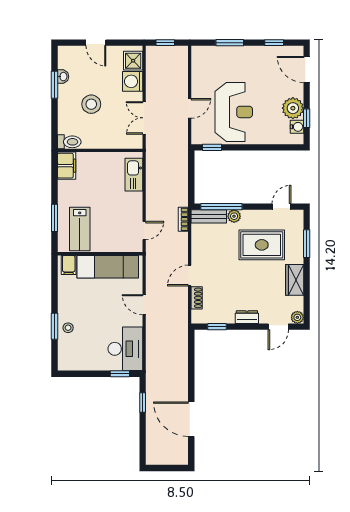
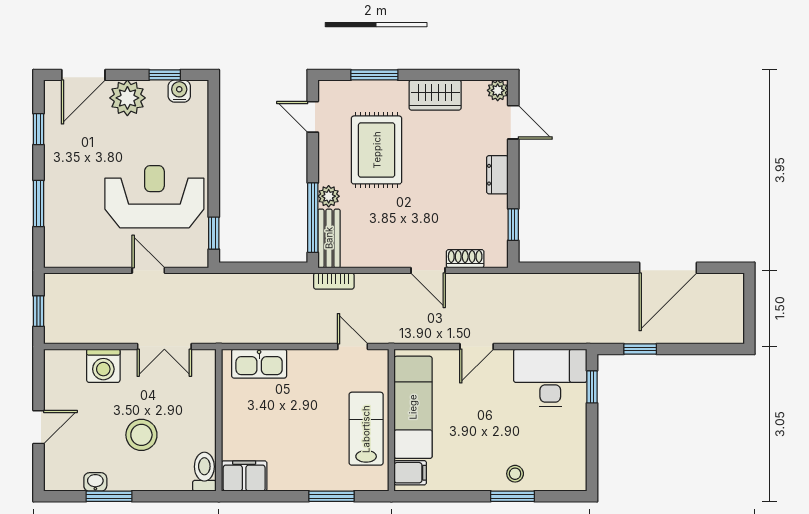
shower: (133, 61) -> (69, 365), removed
plant: (293, 108) -> (127, 98), moved
lab bench: (80, 229) -> (366, 429), moved, turned -90

